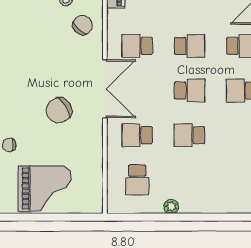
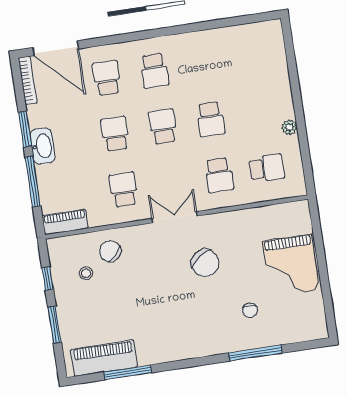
school desk: (137, 46) -> (124, 190), turned 180
double door: (105, 89) -> (175, 217), width x0.73
grand piano: (45, 189) -> (291, 265), turned 180

